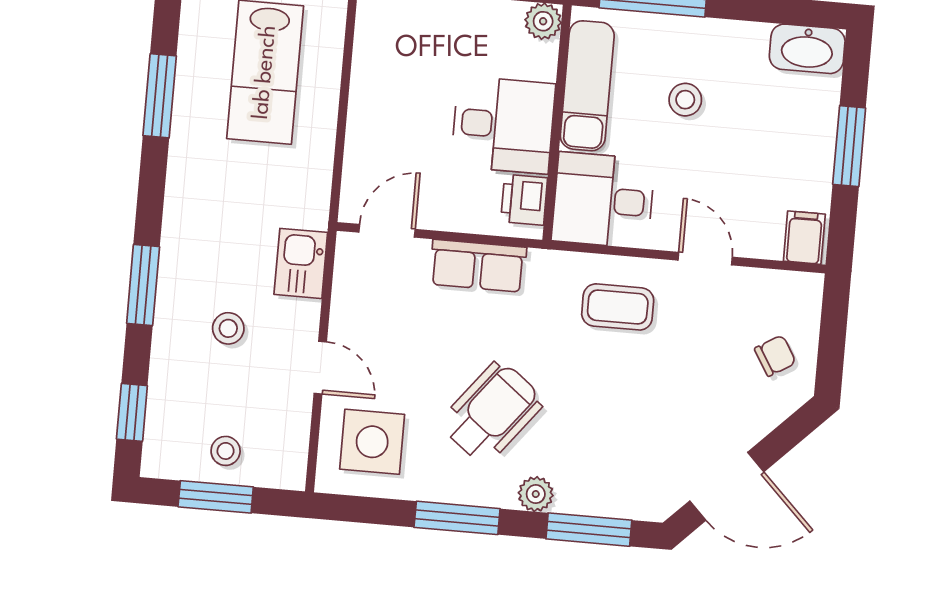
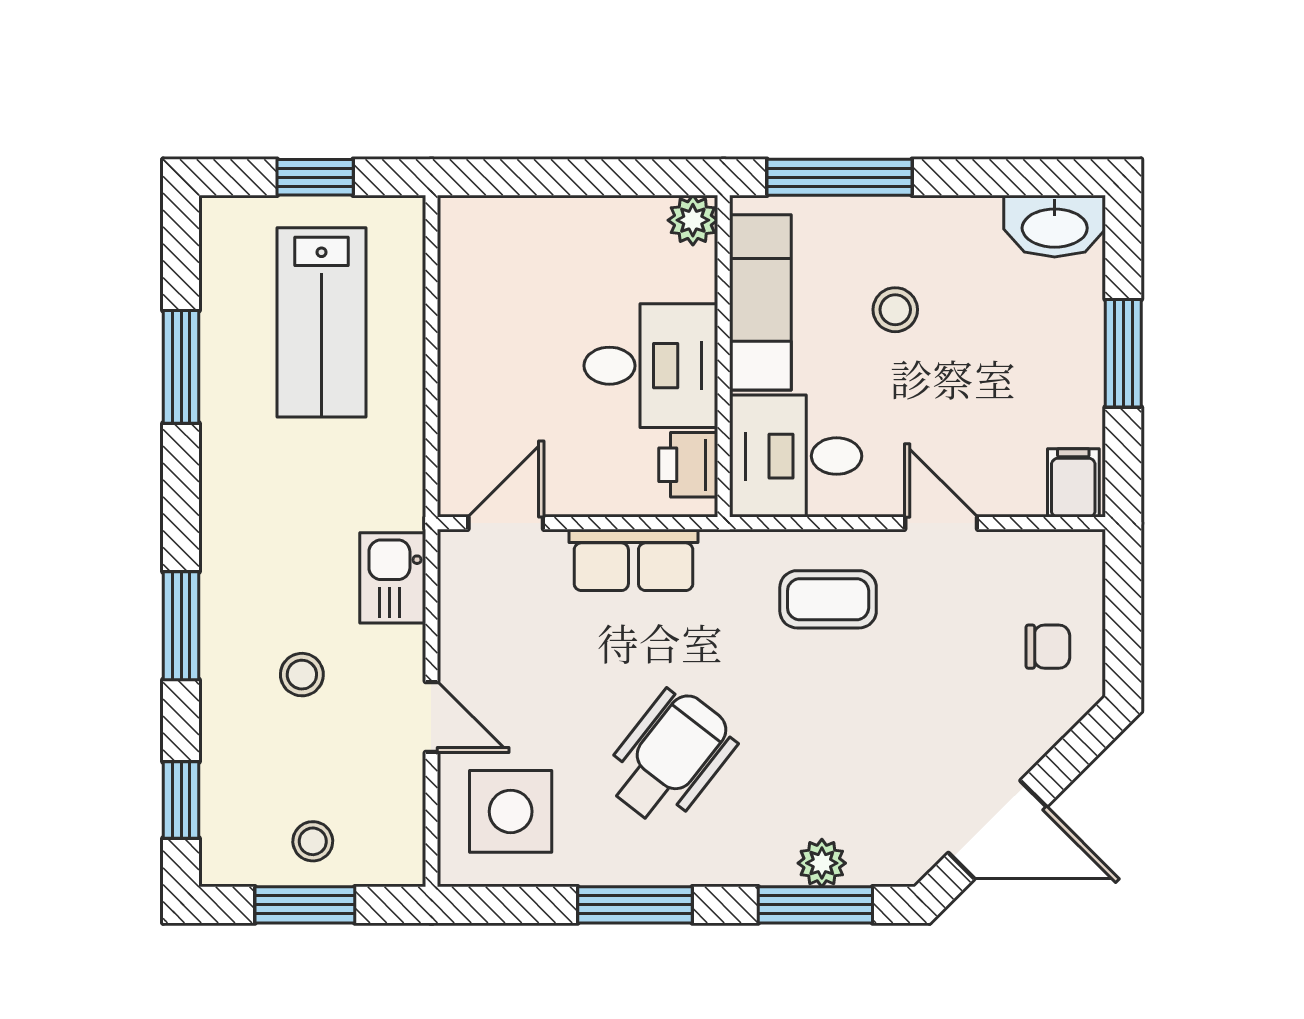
chair: (775, 356) -> (1048, 647), turned 31
plant: (536, 494) -> (822, 863), moved

